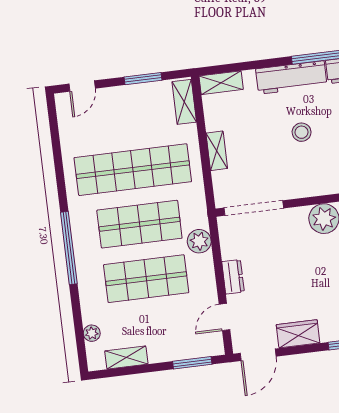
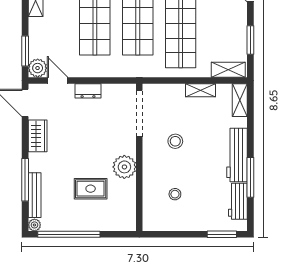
stool: (302, 132) -> (175, 141), moved
shelving: (217, 151) -> (200, 90), moved
plant: (199, 241) -> (38, 68), moved

